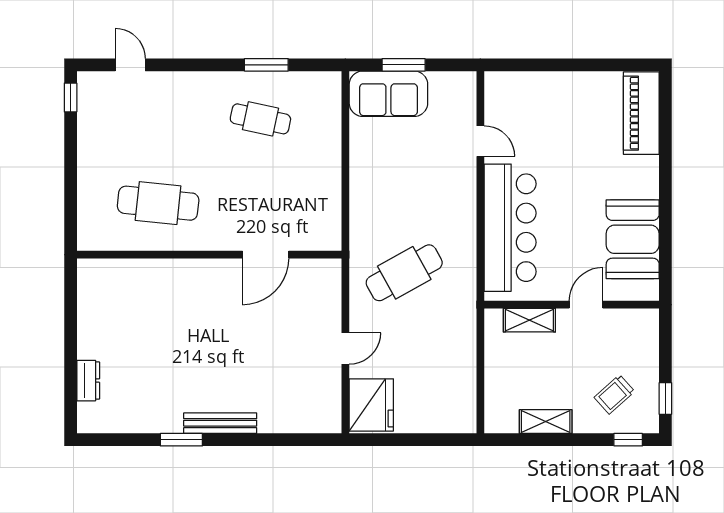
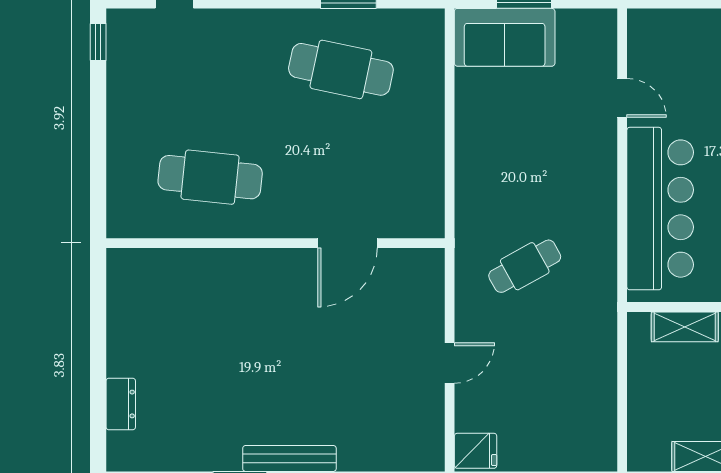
cafe table: (260, 119) -> (341, 69), width x1.37, depth x1.35
cafe table: (404, 273) -> (525, 266), width x0.73, depth x0.74
fridge: (371, 405) -> (476, 451), width x0.53, depth x0.75

